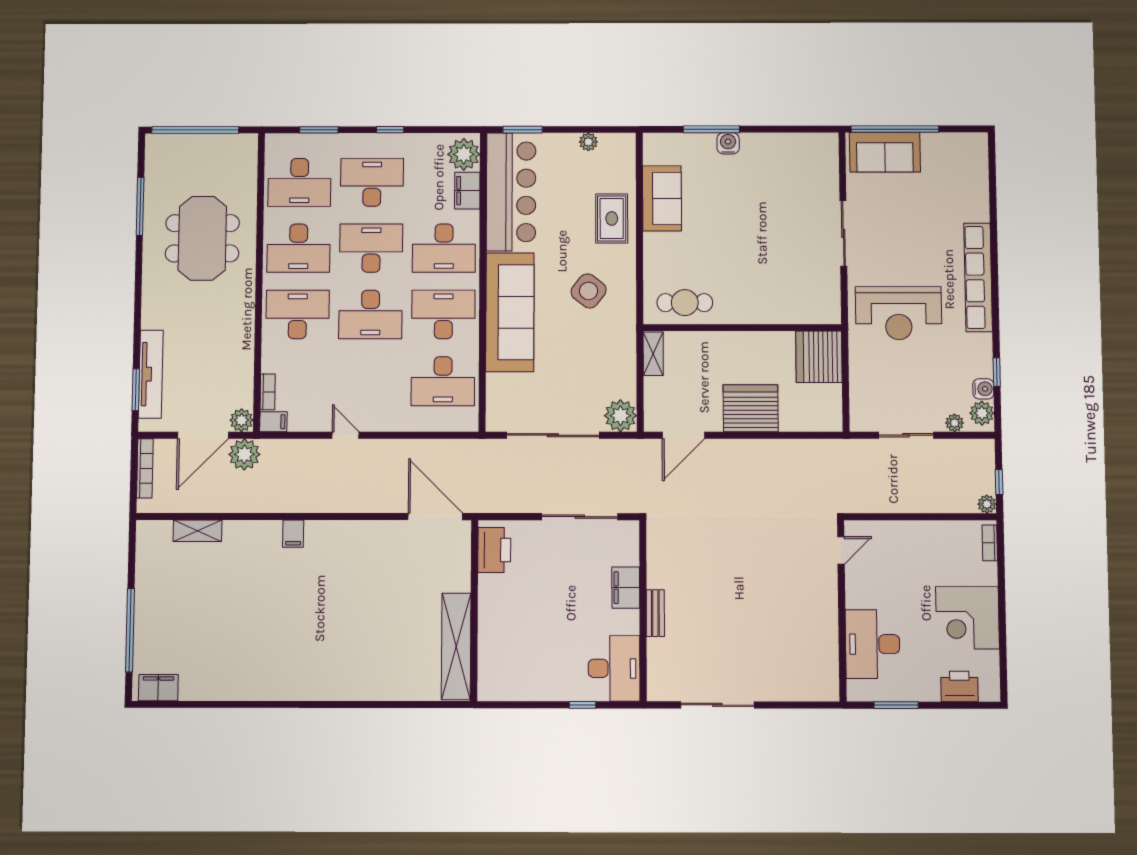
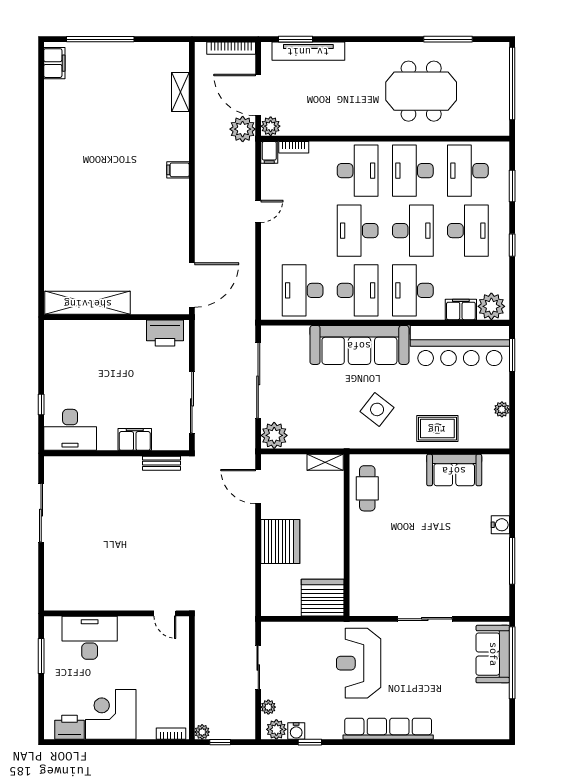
window: (711, 129) -> (512, 561), moved
bench: (655, 613) -> (161, 463), moved
printer: (960, 686) -> (69, 727), moved, turned -90

